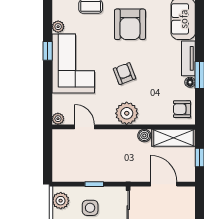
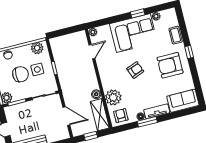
plant: (127, 113) -> (113, 97), moved
door: (164, 184) -> (66, 116), hinge flipped

